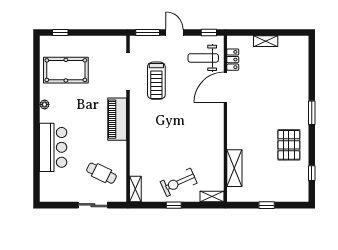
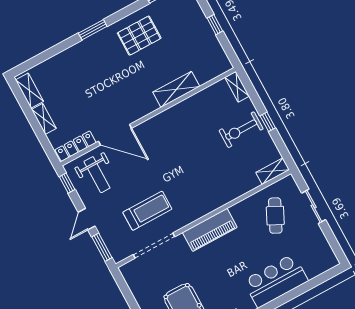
shelving: (292, 42) -> (30, 91), added
locker: (233, 60) -> (76, 146), width x1.53
shelving: (234, 168) -> (176, 89), moved
exercise bike: (179, 182) -> (241, 130), turned 114

